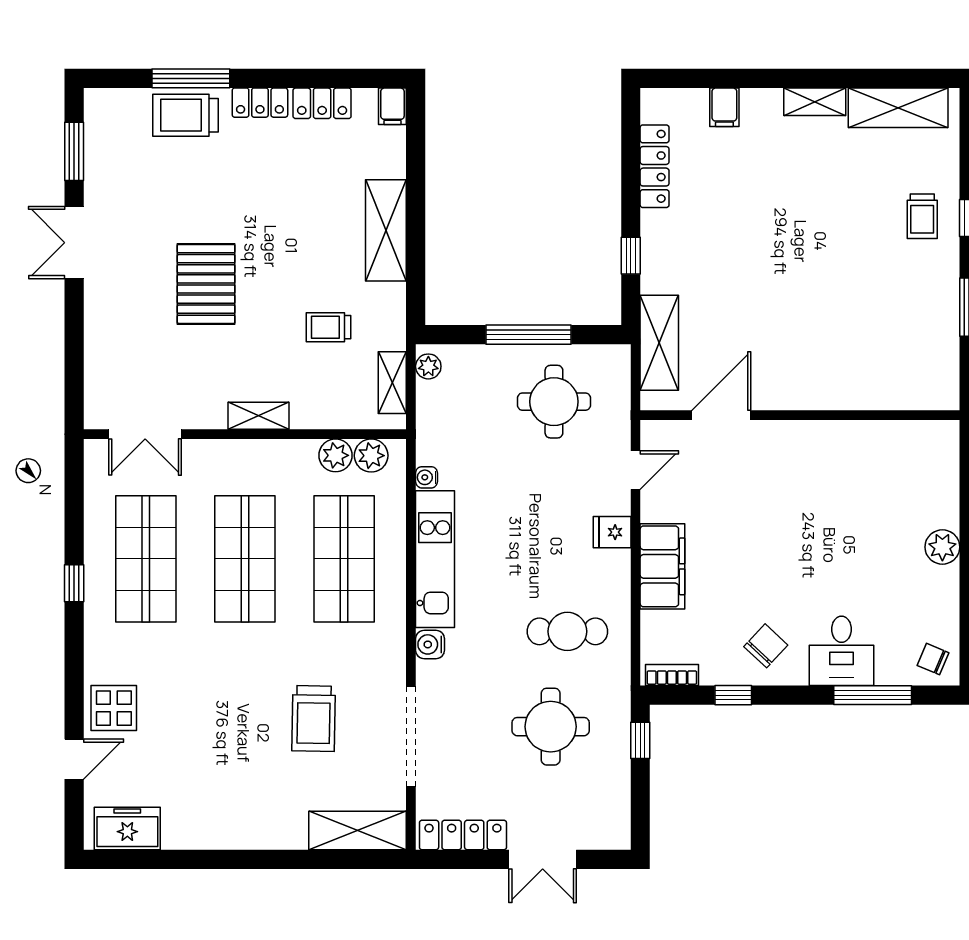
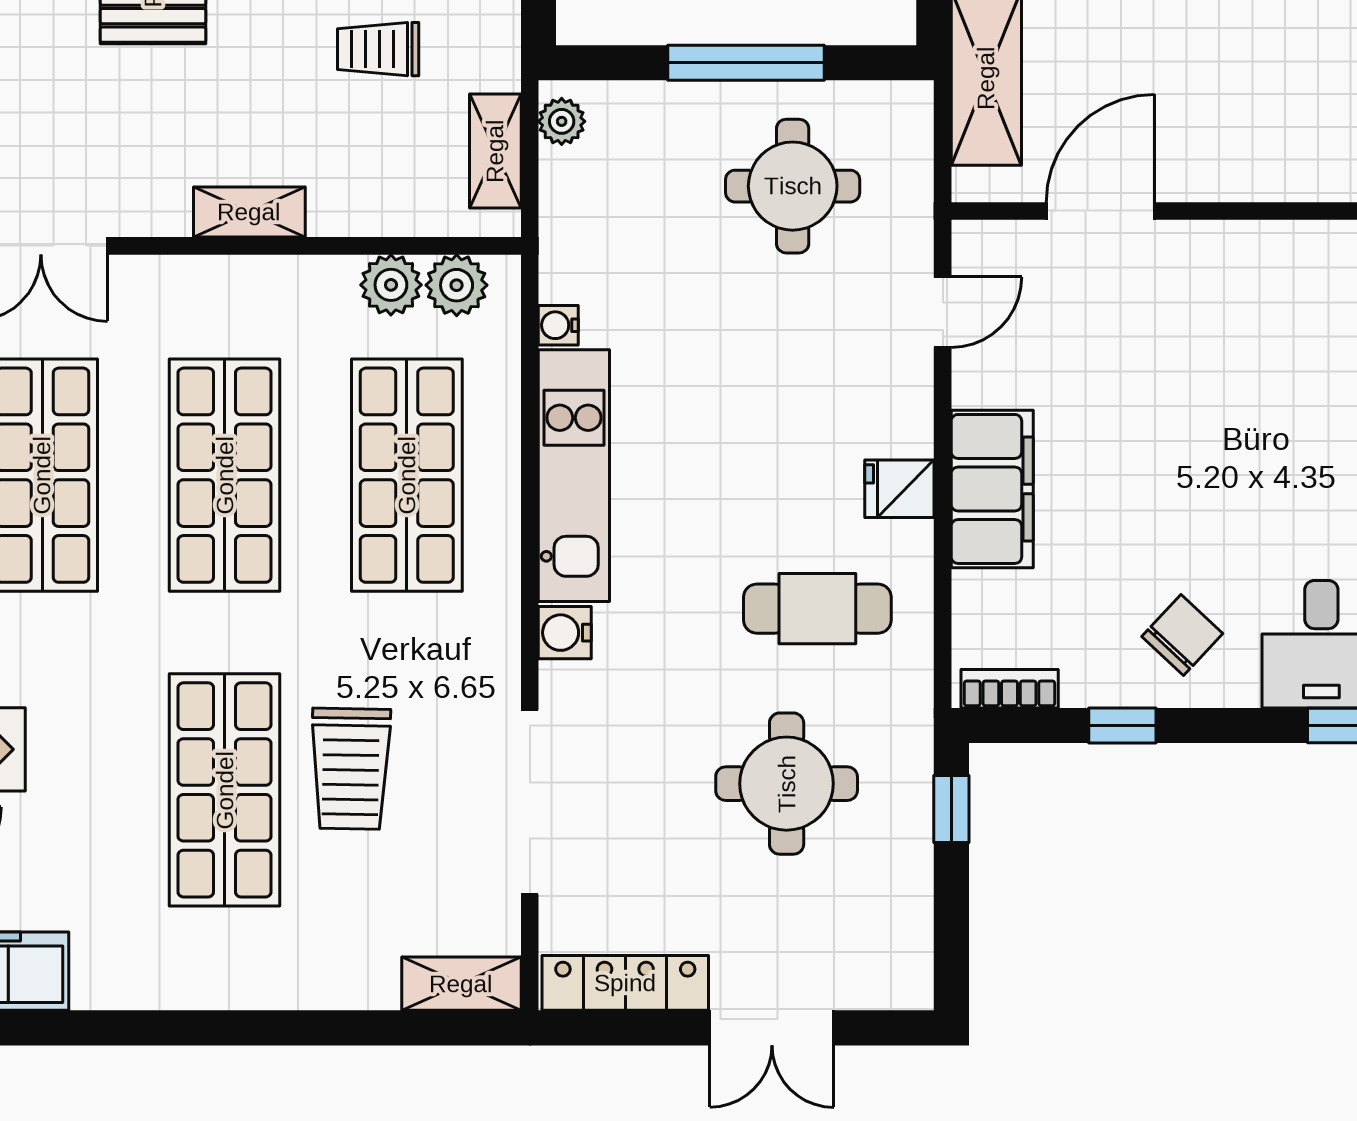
fridge: (612, 532) -> (899, 489), moved
shop shelf: (245, 730) -> (225, 790), added
shelving: (358, 831) -> (461, 984), width x0.67, depth x0.75

